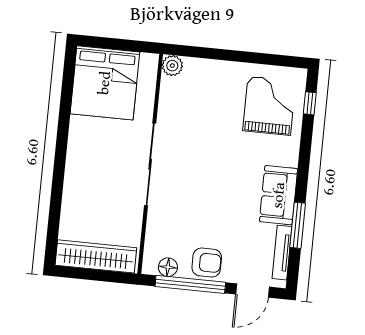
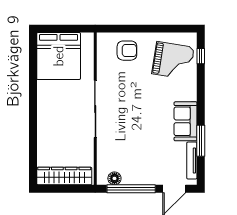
plant: (172, 66) -> (104, 40), removed
grand piano: (269, 106) -> (173, 61), turned 99
armchair: (207, 263) -> (127, 51), moved

